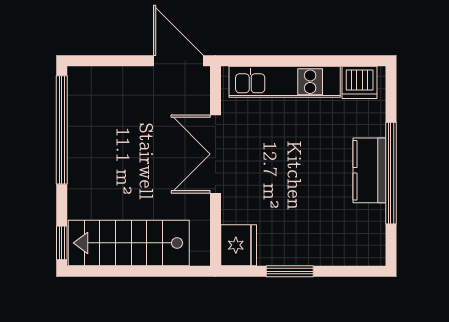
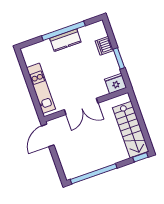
dishwasher: (360, 82) -> (104, 46), moved, turned 180

